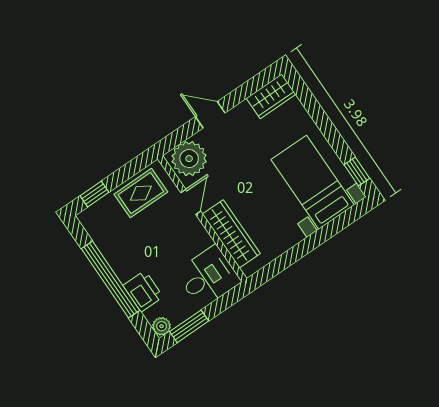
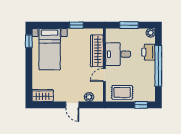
plant: (189, 159) -> (89, 97), width x0.53, depth x0.53
window: (295, 254) -> (76, 25), added
desk: (208, 277) -> (118, 54), moved
window: (189, 326) -> (129, 25), moved

